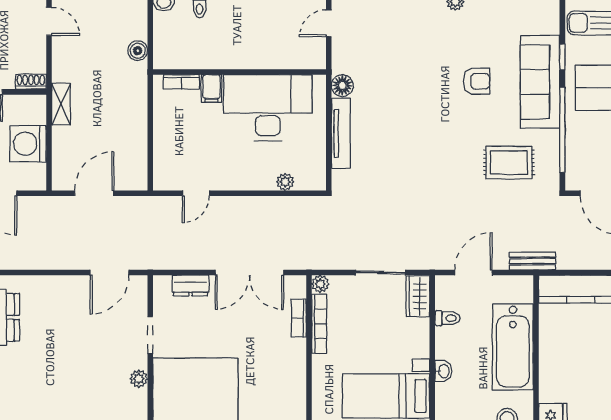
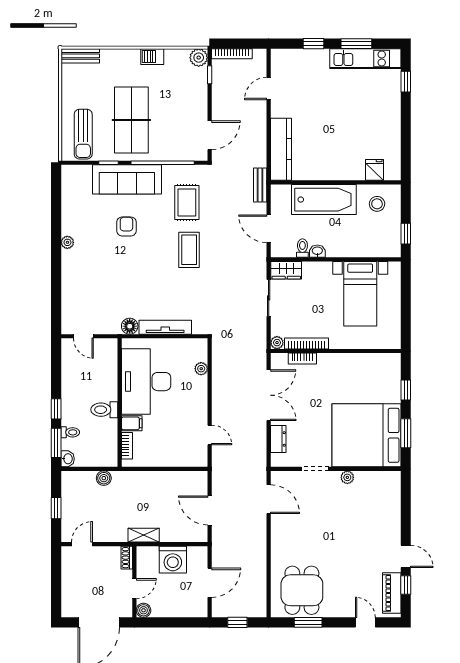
toilet: (230, 51) -> (104, 410), added
coffee table: (445, 165) -> (189, 250), added
washbasin: (443, 371) -> (317, 251), moved

